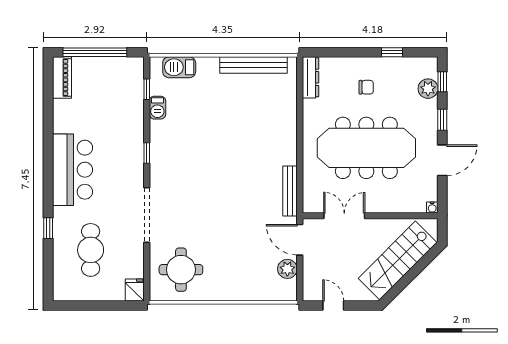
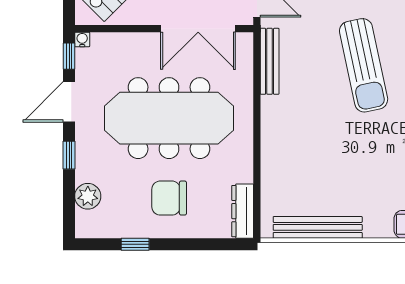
window: (442, 82) -> (69, 56), moved
chair: (366, 87) -> (169, 198), width x1.87, depth x1.87
sun lounger: (219, 188) -> (364, 65), added
double door: (344, 216) -> (198, 29), width x1.37

